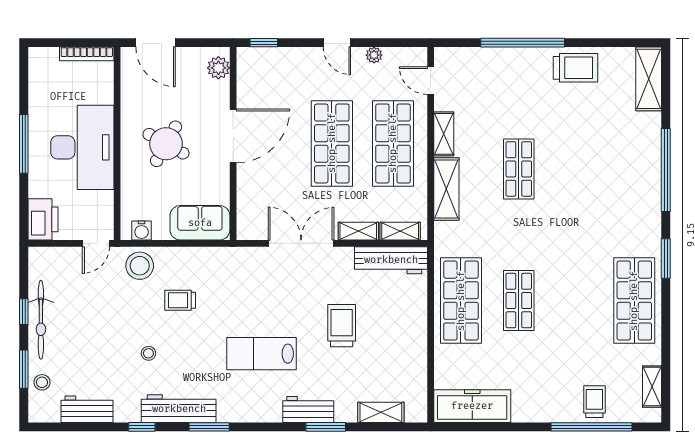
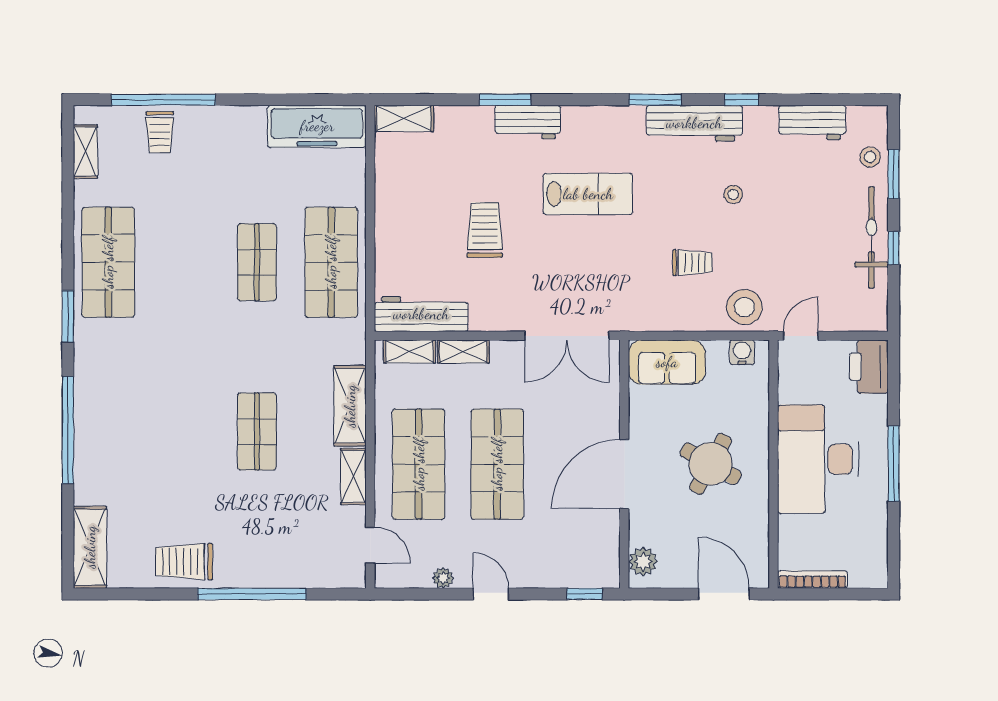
double door: (301, 243) -> (567, 336), moved
trolley: (342, 326) -> (485, 230), turned 180
shelving: (381, 412) -> (404, 118), moved

